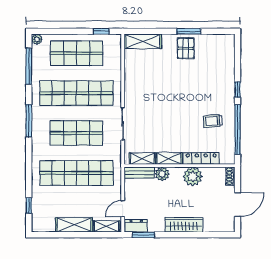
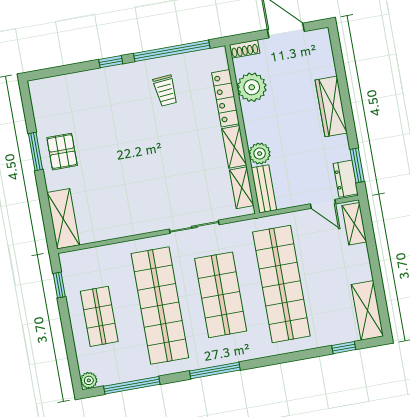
pallet: (186, 48) -> (62, 152), turned 90
shop shelf: (76, 53) -> (99, 316), width x0.70, depth x0.74
plant: (193, 176) -> (252, 87), moved
shelving: (74, 225) -> (367, 310), moved

